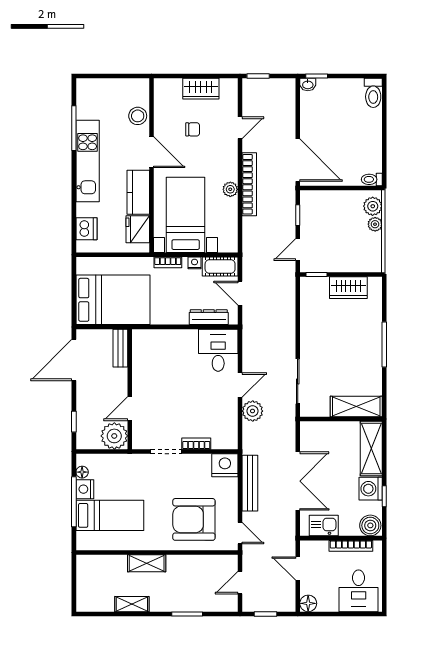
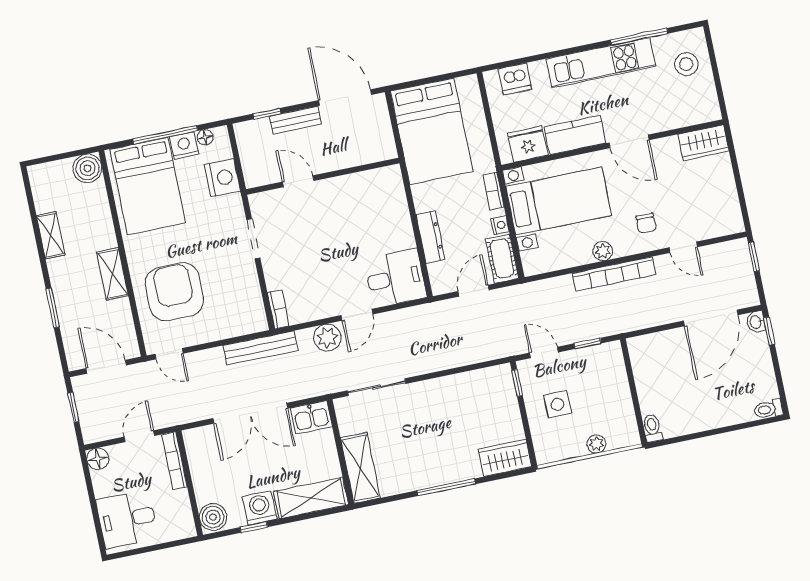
wardrobe: (201, 89) -> (703, 143), moved, turned -90
toilet: (373, 93) -> (768, 409), width x0.73, depth x0.72
stool: (138, 116) -> (686, 64), moved
chair: (193, 129) -> (646, 223), moved
door: (151, 152) -> (629, 141), hinge flipped
door: (298, 160) -> (711, 318), moved
plant: (373, 206) -> (619, 436), removed
side table: (339, 247) -> (557, 404), added
wardrobe: (348, 288) -> (505, 458), moved, turned 90
dresser: (209, 317) -> (431, 237), moved
bench: (120, 348) -> (295, 120), moved
door: (240, 385) -> (357, 315), hinge flipped
plant: (114, 436) -> (259, 169), removed
bookcase: (196, 444) -> (278, 309), moved
nightstand: (225, 465) -> (222, 178), moved
bench: (250, 483) -> (261, 348), moved
bed: (110, 515) -> (148, 186), width x1.50
kitchen sink: (324, 526) -> (311, 417), moved, turned 90
door: (240, 533) -> (169, 354), hinge flipped
bookcase: (351, 546) -> (174, 461), moved
shelving: (147, 563) -> (113, 274), moved
boiler: (87, 566) -> (88, 168), added
door: (240, 583) -> (106, 367), width x1.38

